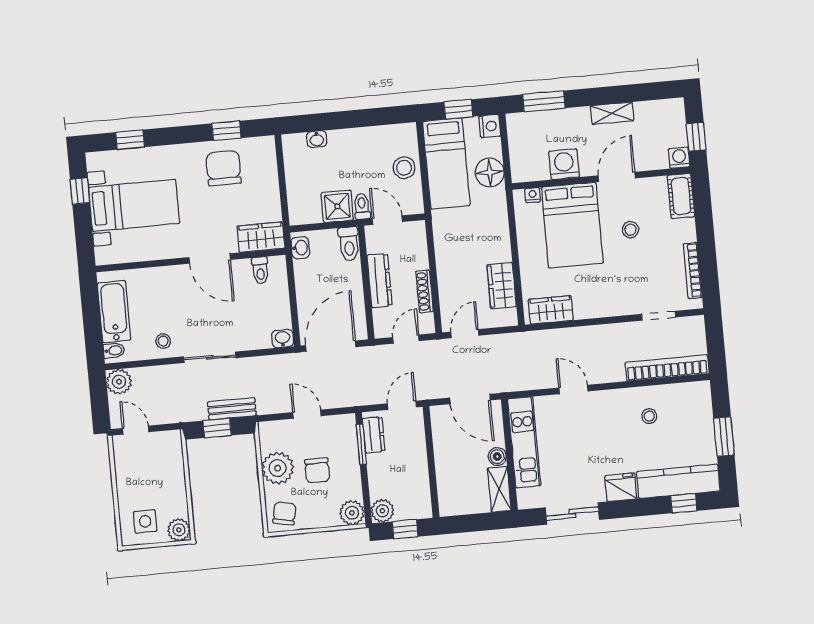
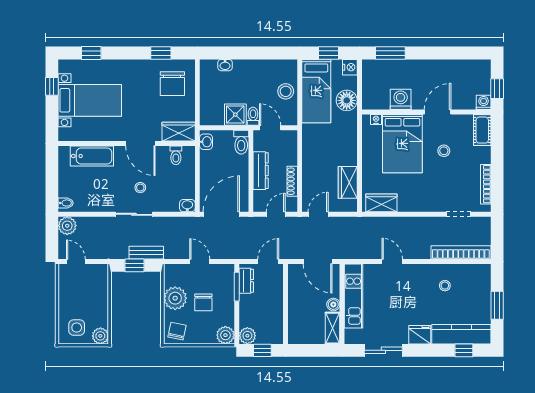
shelving: (612, 113) -> (438, 66), removed
chair: (224, 168) -> (172, 84), moved, turned 180
bathtub: (114, 312) -> (92, 156), moved, turned 90
stool: (163, 341) -> (140, 188), moved

